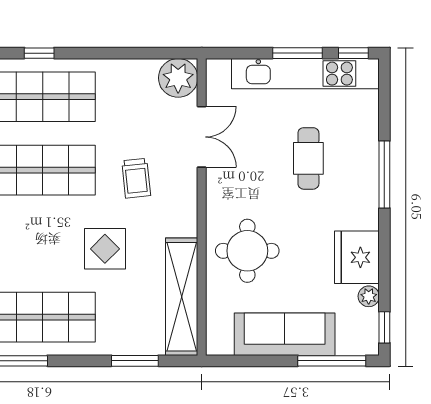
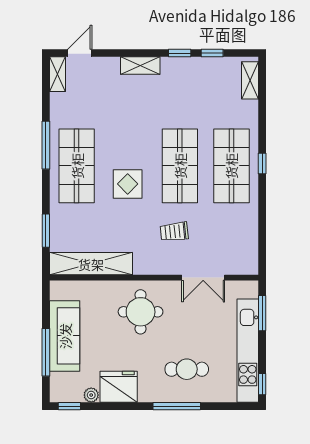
window: (298, 53) -> (262, 313), moved
plant: (178, 78) -> (245, 261), removed
cafe table: (308, 158) -> (187, 369), moved
display table: (105, 249) -> (128, 184), moved
round table: (247, 251) -> (141, 312), moved
window: (332, 361) -> (46, 352), moved

